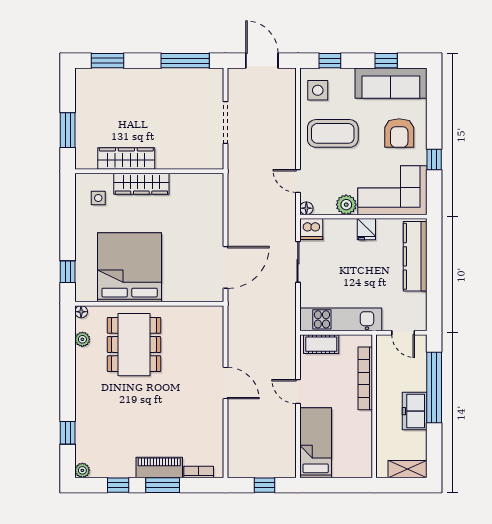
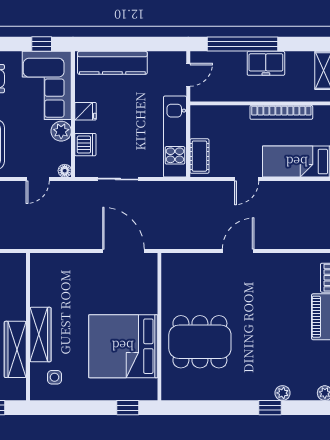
window: (434, 159) -> (42, 44), moved
dishwasher: (311, 229) -> (85, 145), moved
floor lamp: (81, 312) -> (167, 394), removed
plant: (82, 339) -> (283, 393), moved
bookcase: (365, 378) -> (281, 112), moved
window: (68, 433) -> (270, 408), moved

